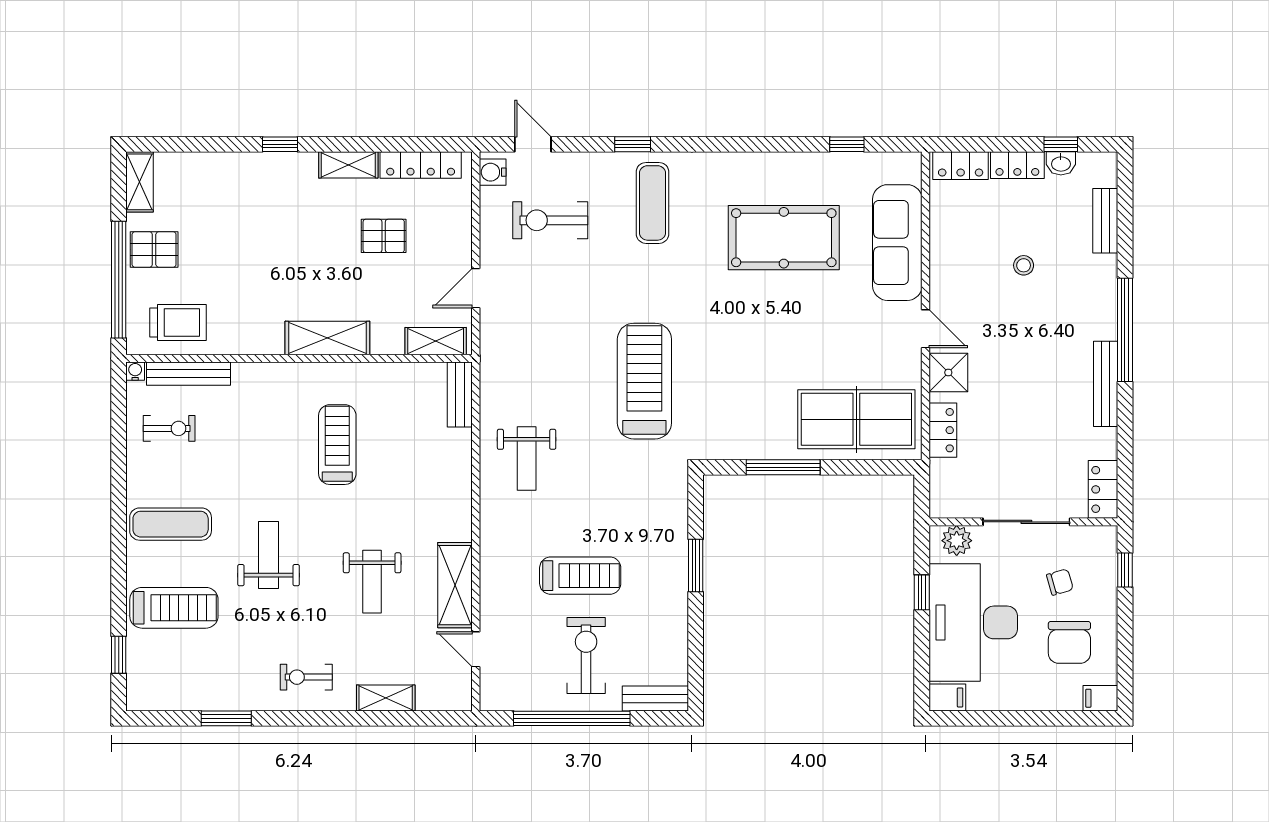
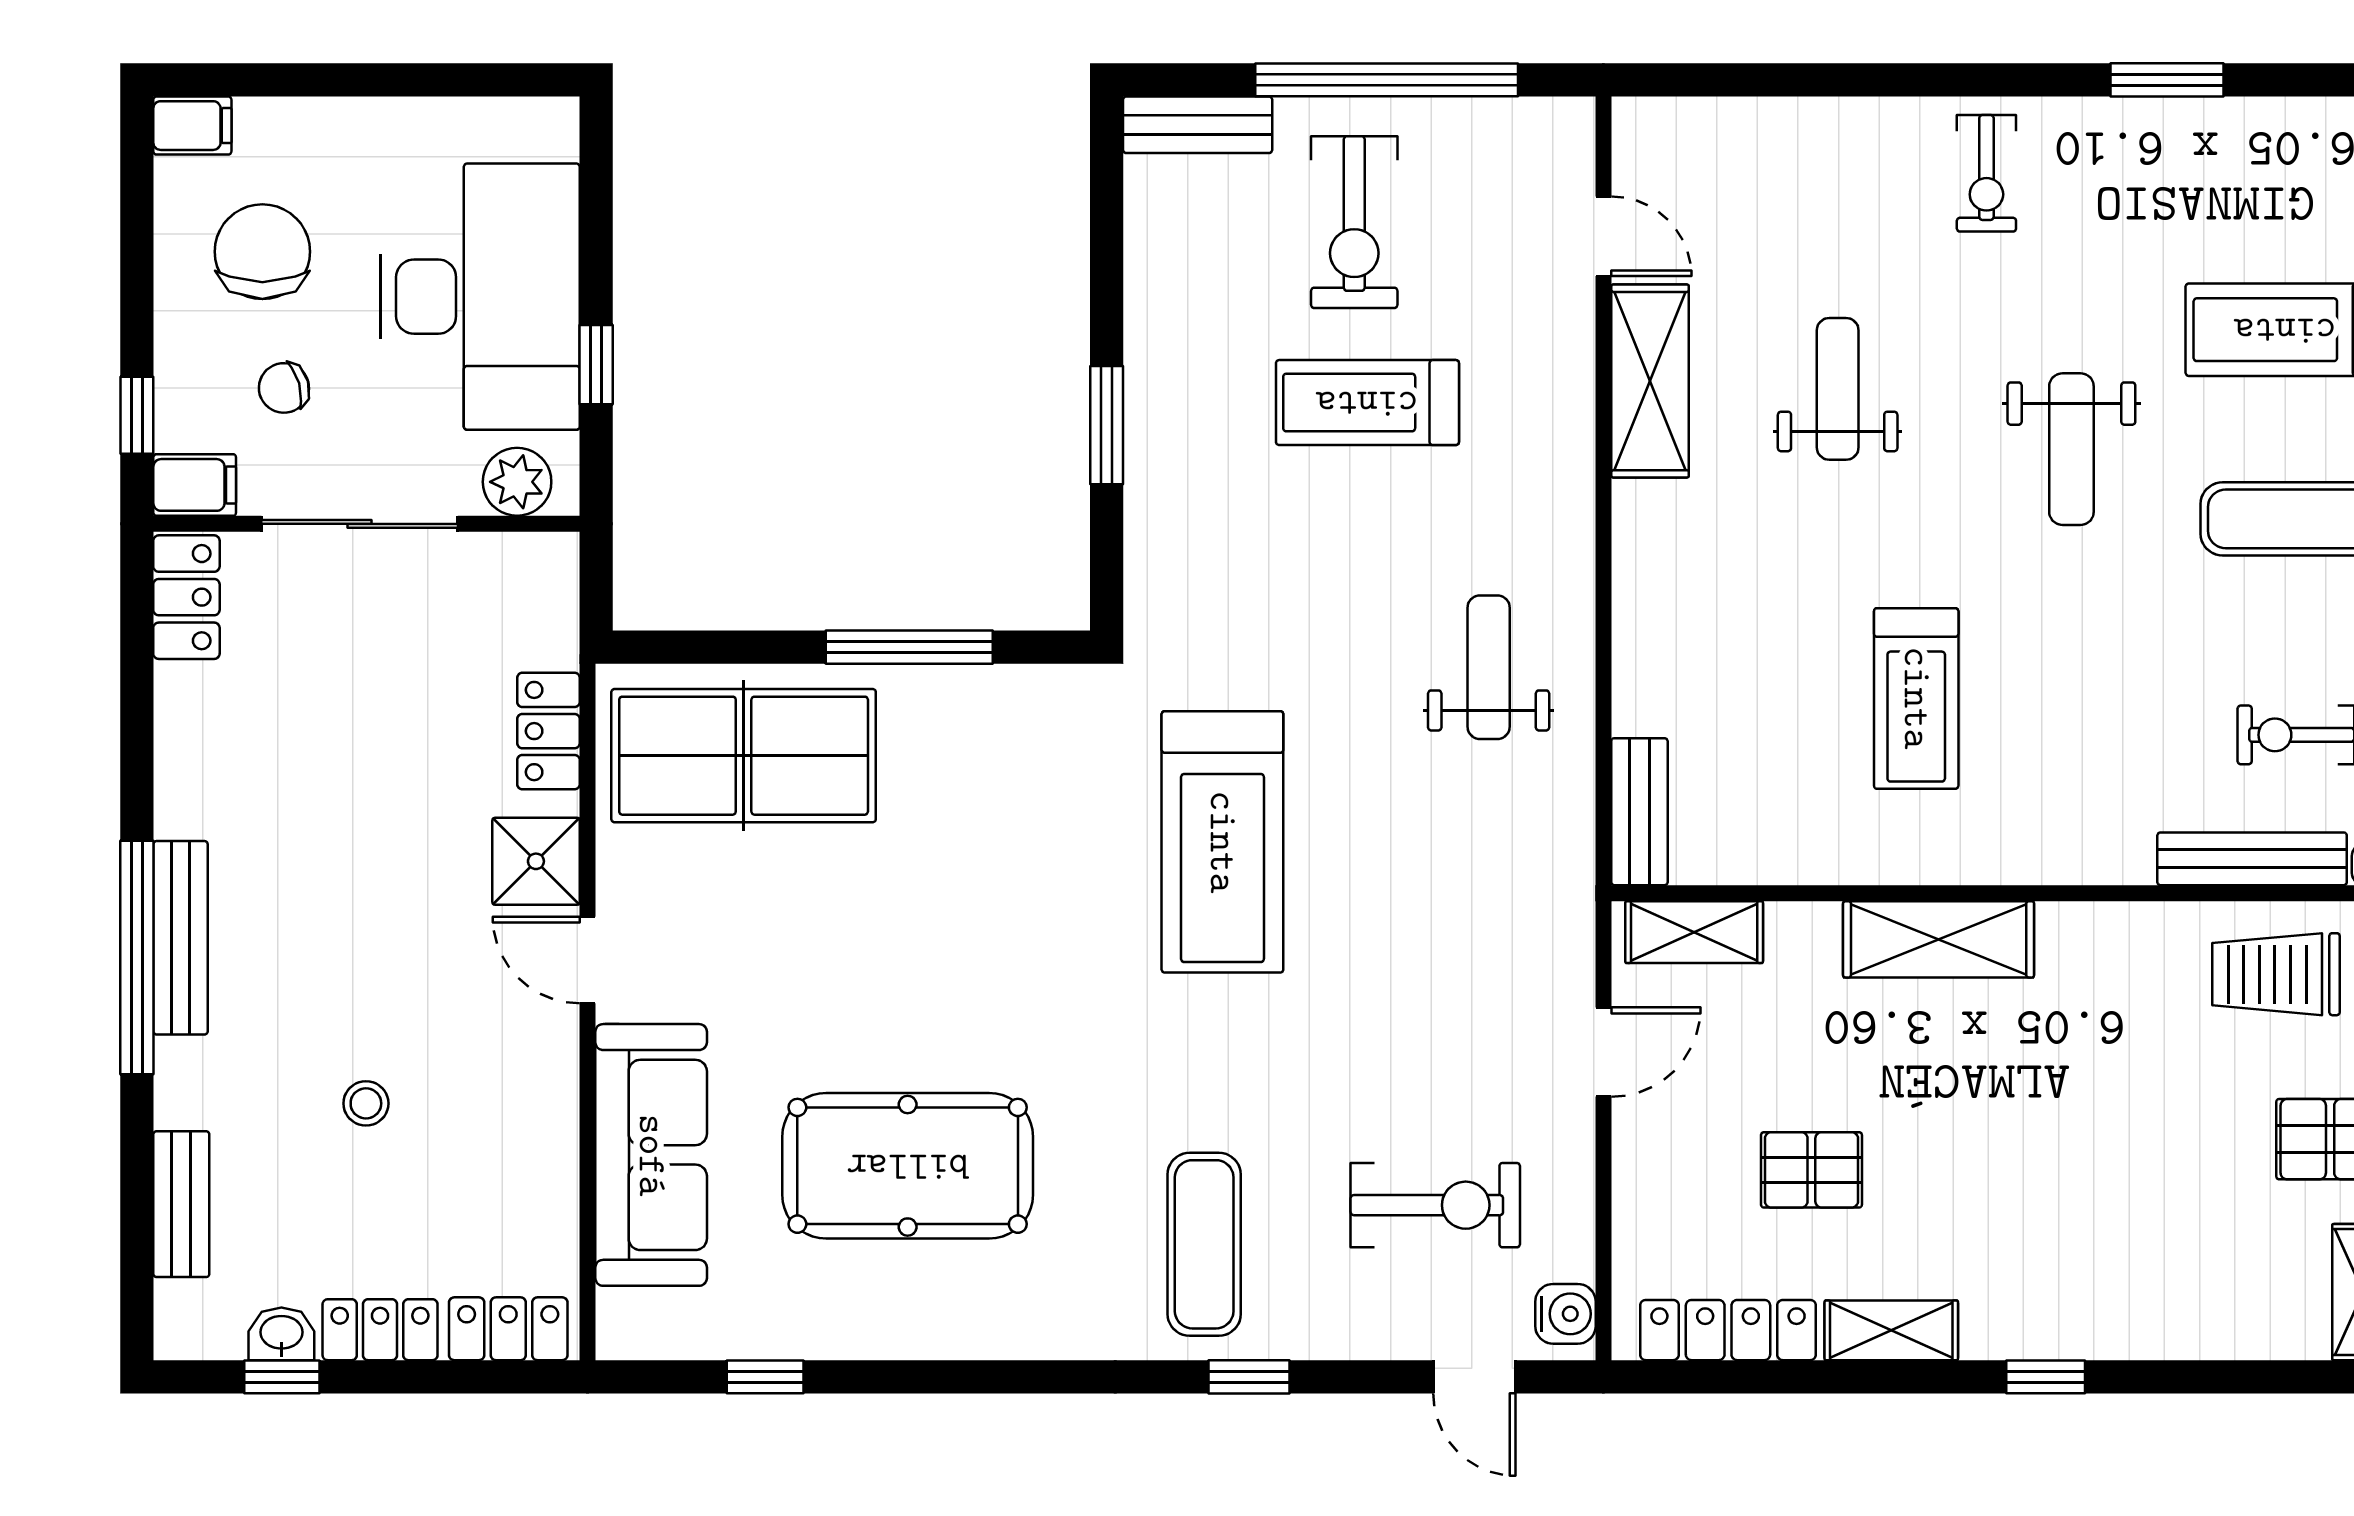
bench: (1106, 384) -> (181, 938), moved
exercise bike: (306, 677) -> (1986, 173), turned 90
filing cabinet: (947, 697) -> (195, 485), moved, turned 180
shelving: (386, 698) -> (1807, 126), removed

